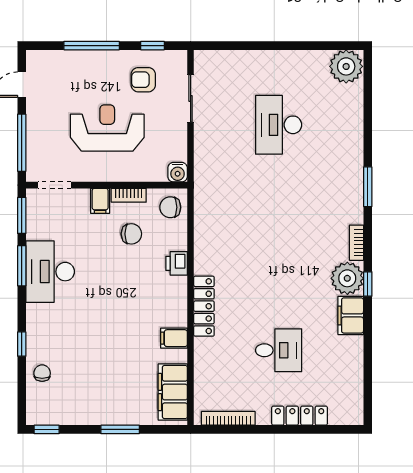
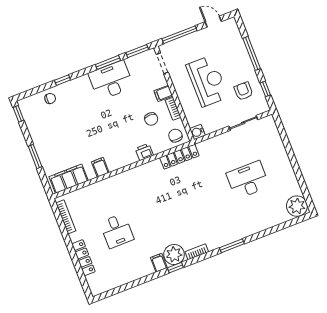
locker: (204, 306) -> (179, 157), moved
filing cabinet: (351, 315) -> (159, 263), width x0.50

